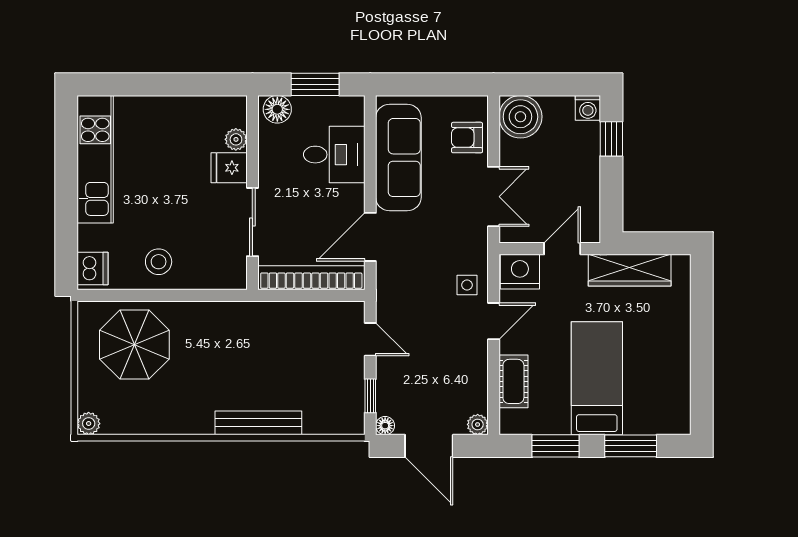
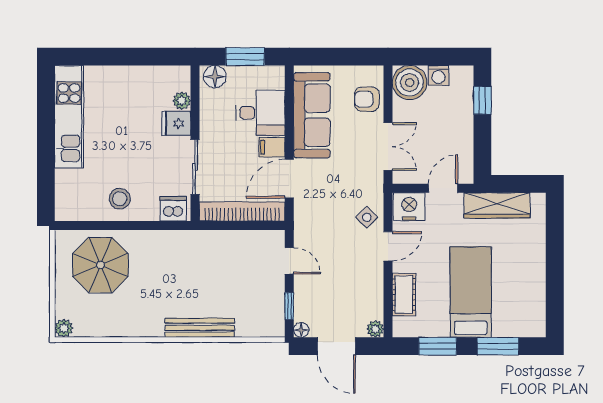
washing machine: (588, 108) -> (439, 75), moved
filing cabinet: (348, 197) -> (272, 147), added
dishwasher: (93, 269) -> (173, 209), moved, turned -90
side table: (467, 285) -> (367, 217), turned 45

